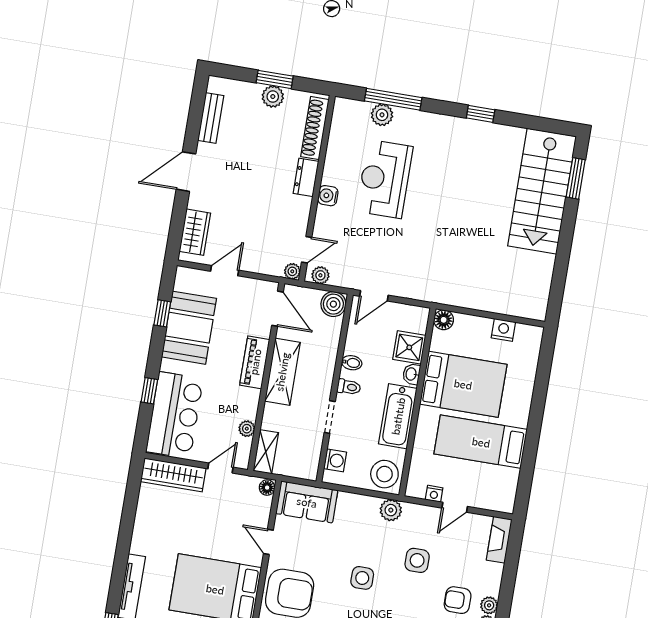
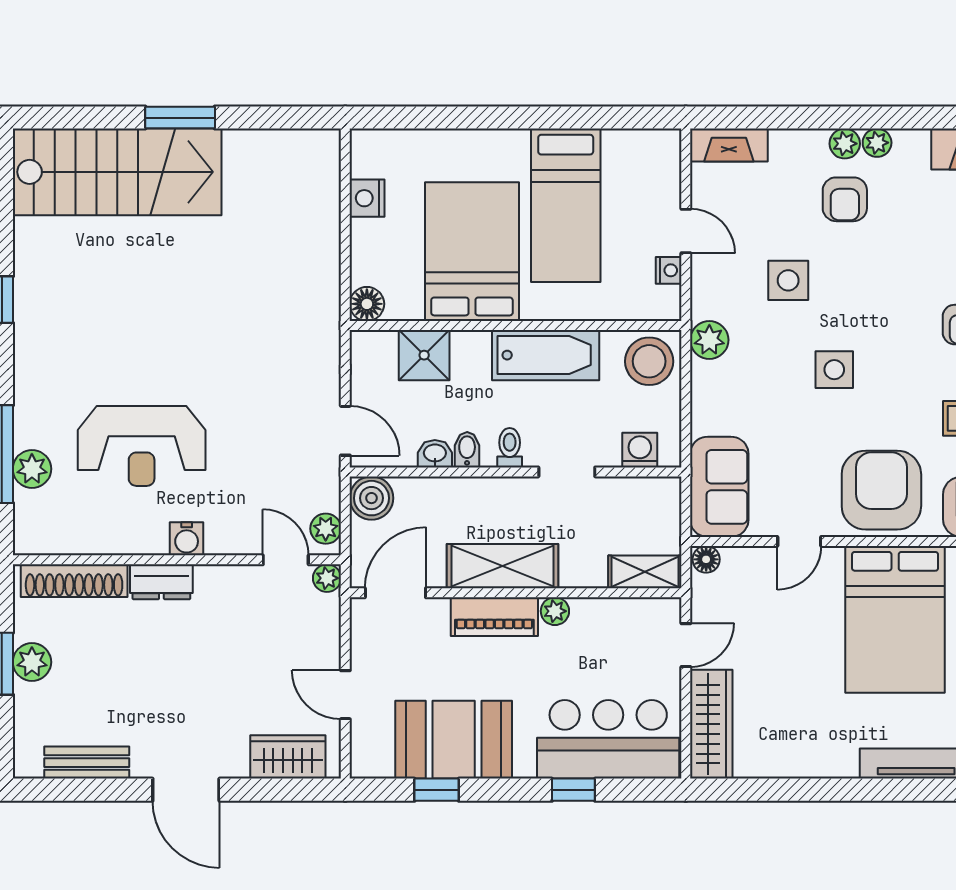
window: (576, 178) -> (180, 118), moved
washbasin: (411, 374) -> (435, 454), moved, turned 180
plant: (247, 429) -> (555, 611), moved
door: (220, 468) -> (686, 645), swing flipped

